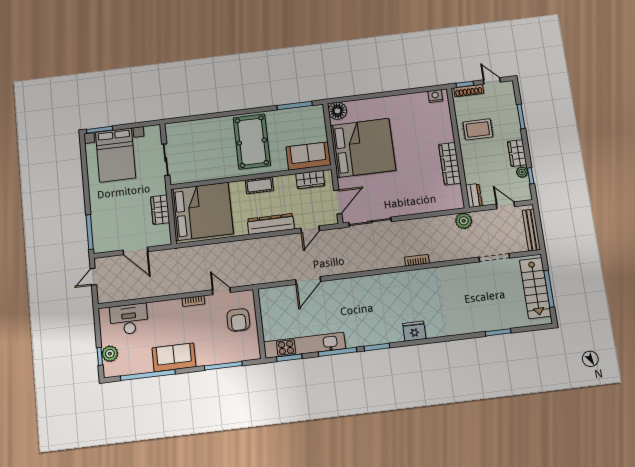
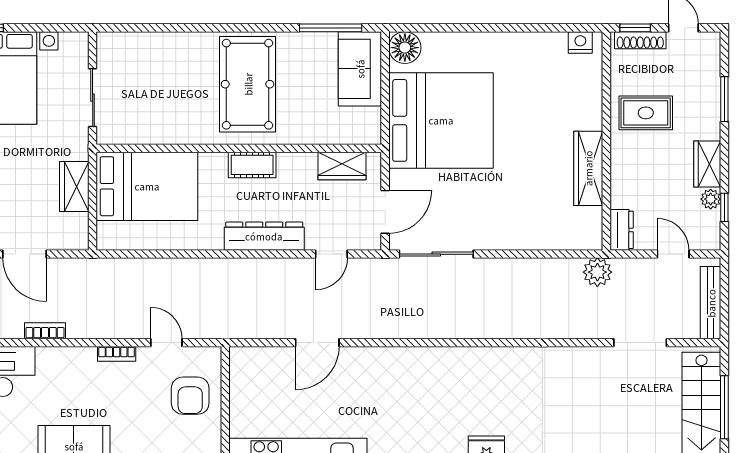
sofa: (308, 156) -> (360, 69), moved, turned -90
bed: (202, 211) -> (147, 186), width x0.73
bookcase: (417, 260) -> (45, 331), moved

